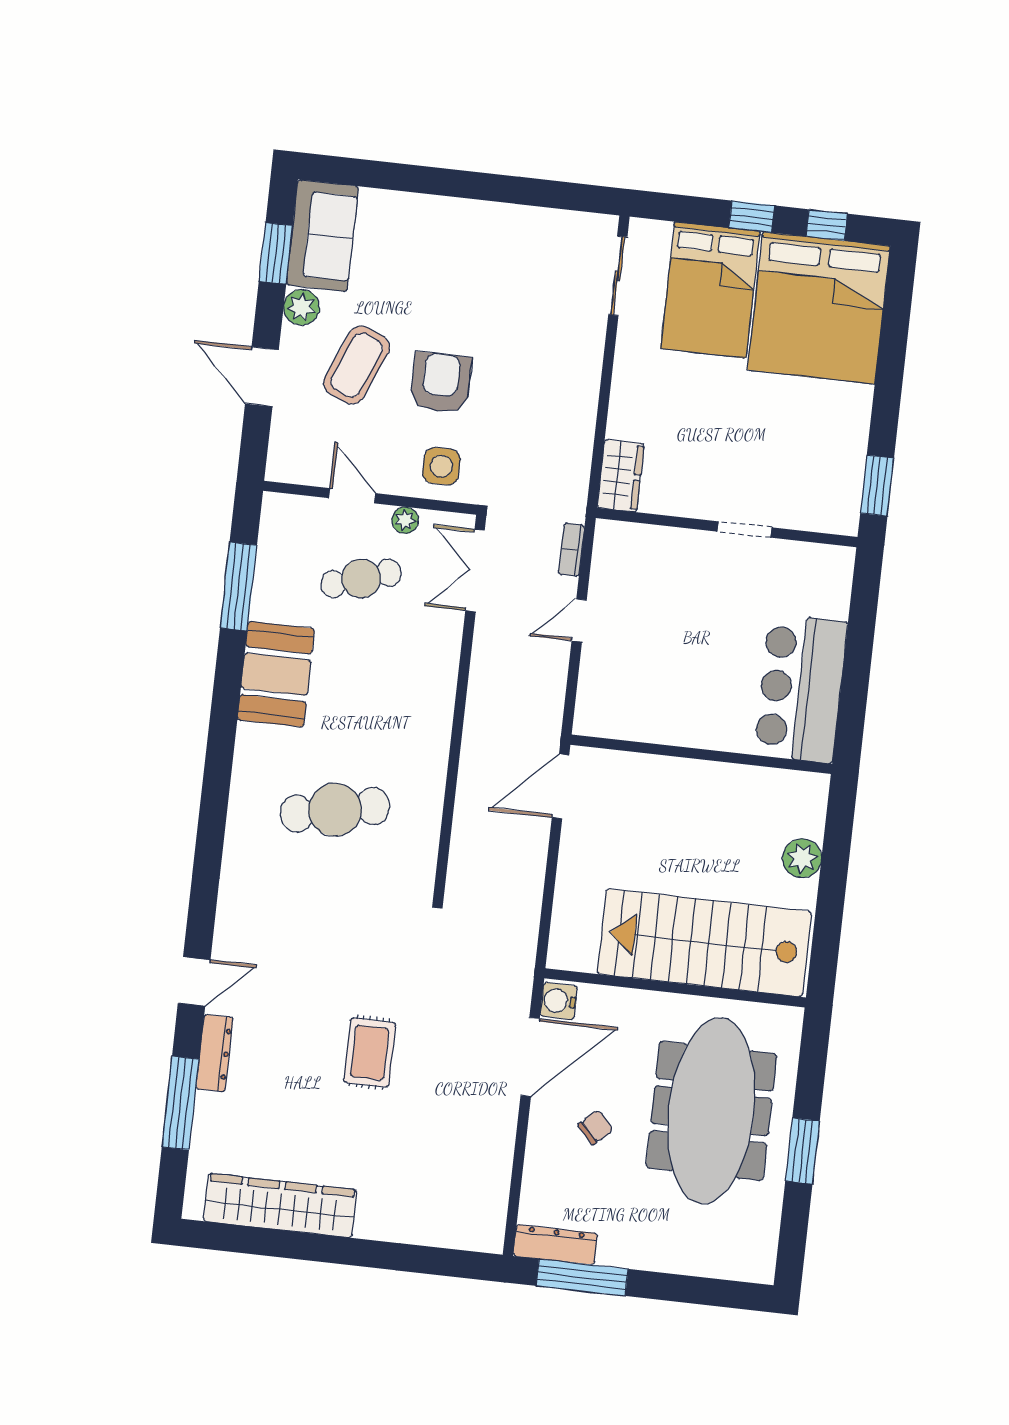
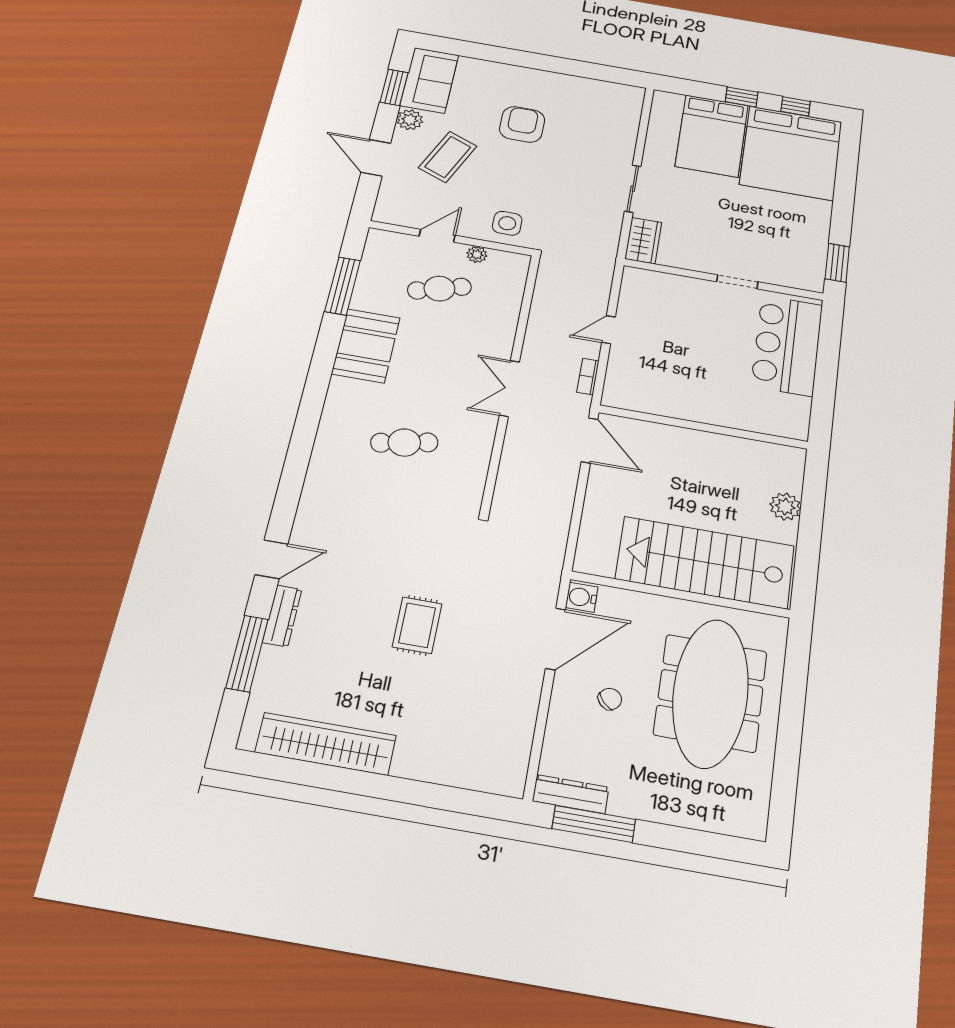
sliding door: (618, 276) -> (633, 189), moved
armchair: (441, 383) -> (522, 124), moved
door: (352, 496) -> (437, 236), hinge flipped
bookcase: (572, 550) -> (588, 377), moved
double door: (475, 570) -> (509, 388), moved
bar counter: (801, 688) -> (787, 345), moved
door: (561, 786) -> (590, 440), swing flipped
cafe table: (335, 810) -> (404, 443), width x0.73, depth x0.74
window: (802, 1151) -> (790, 731), removed

